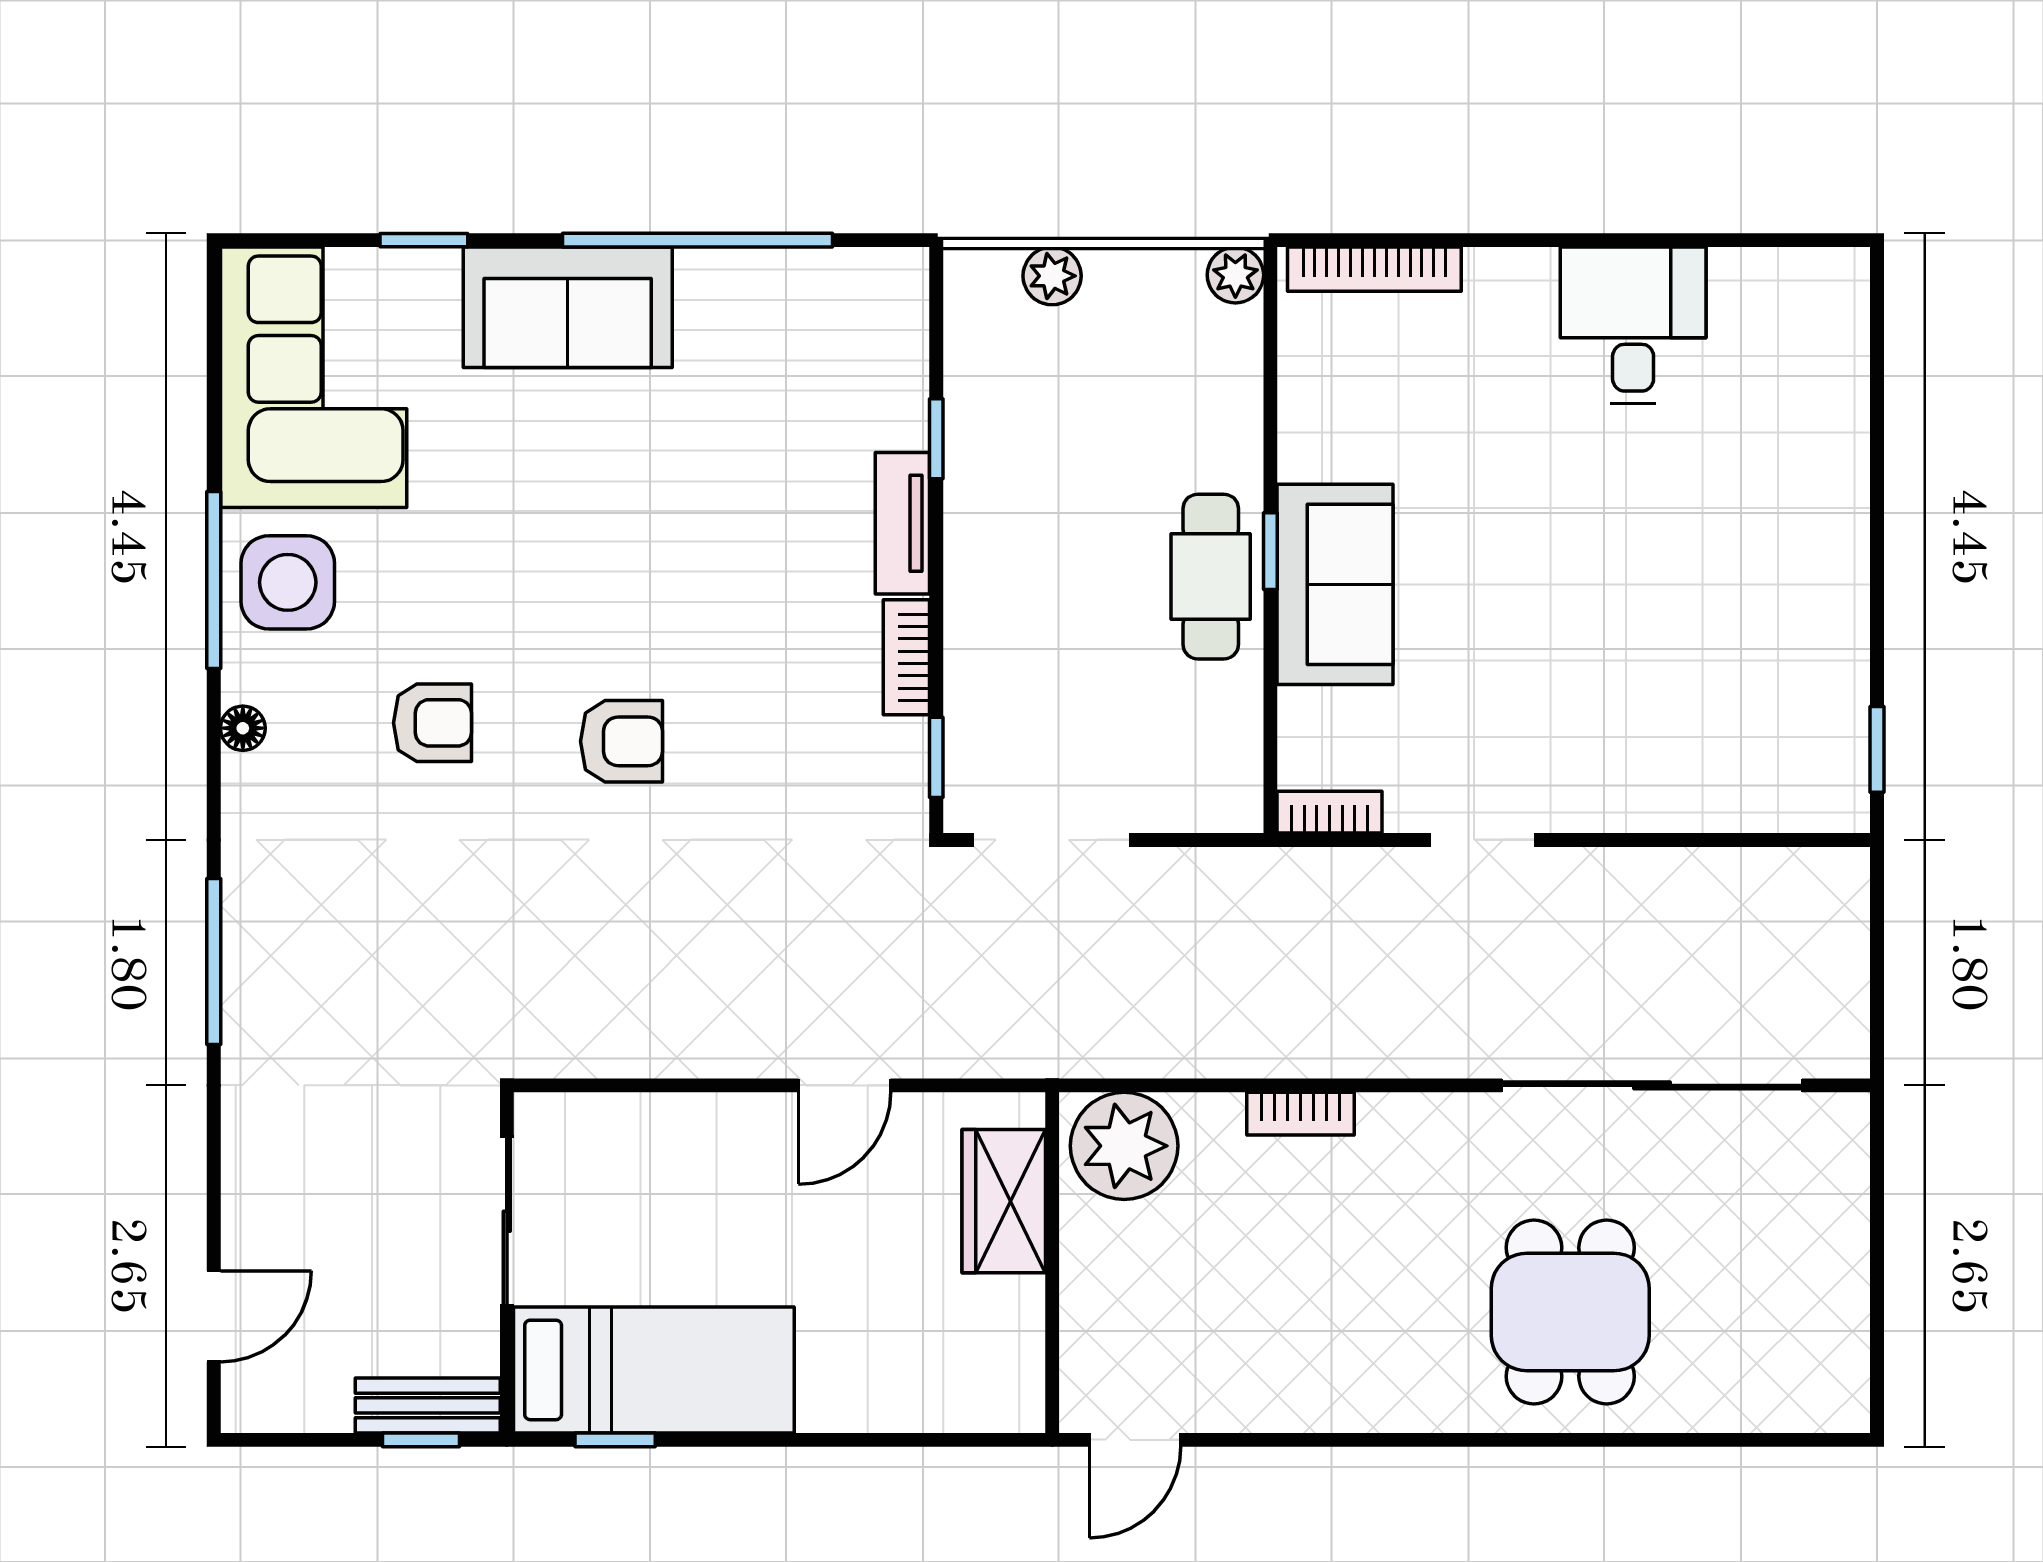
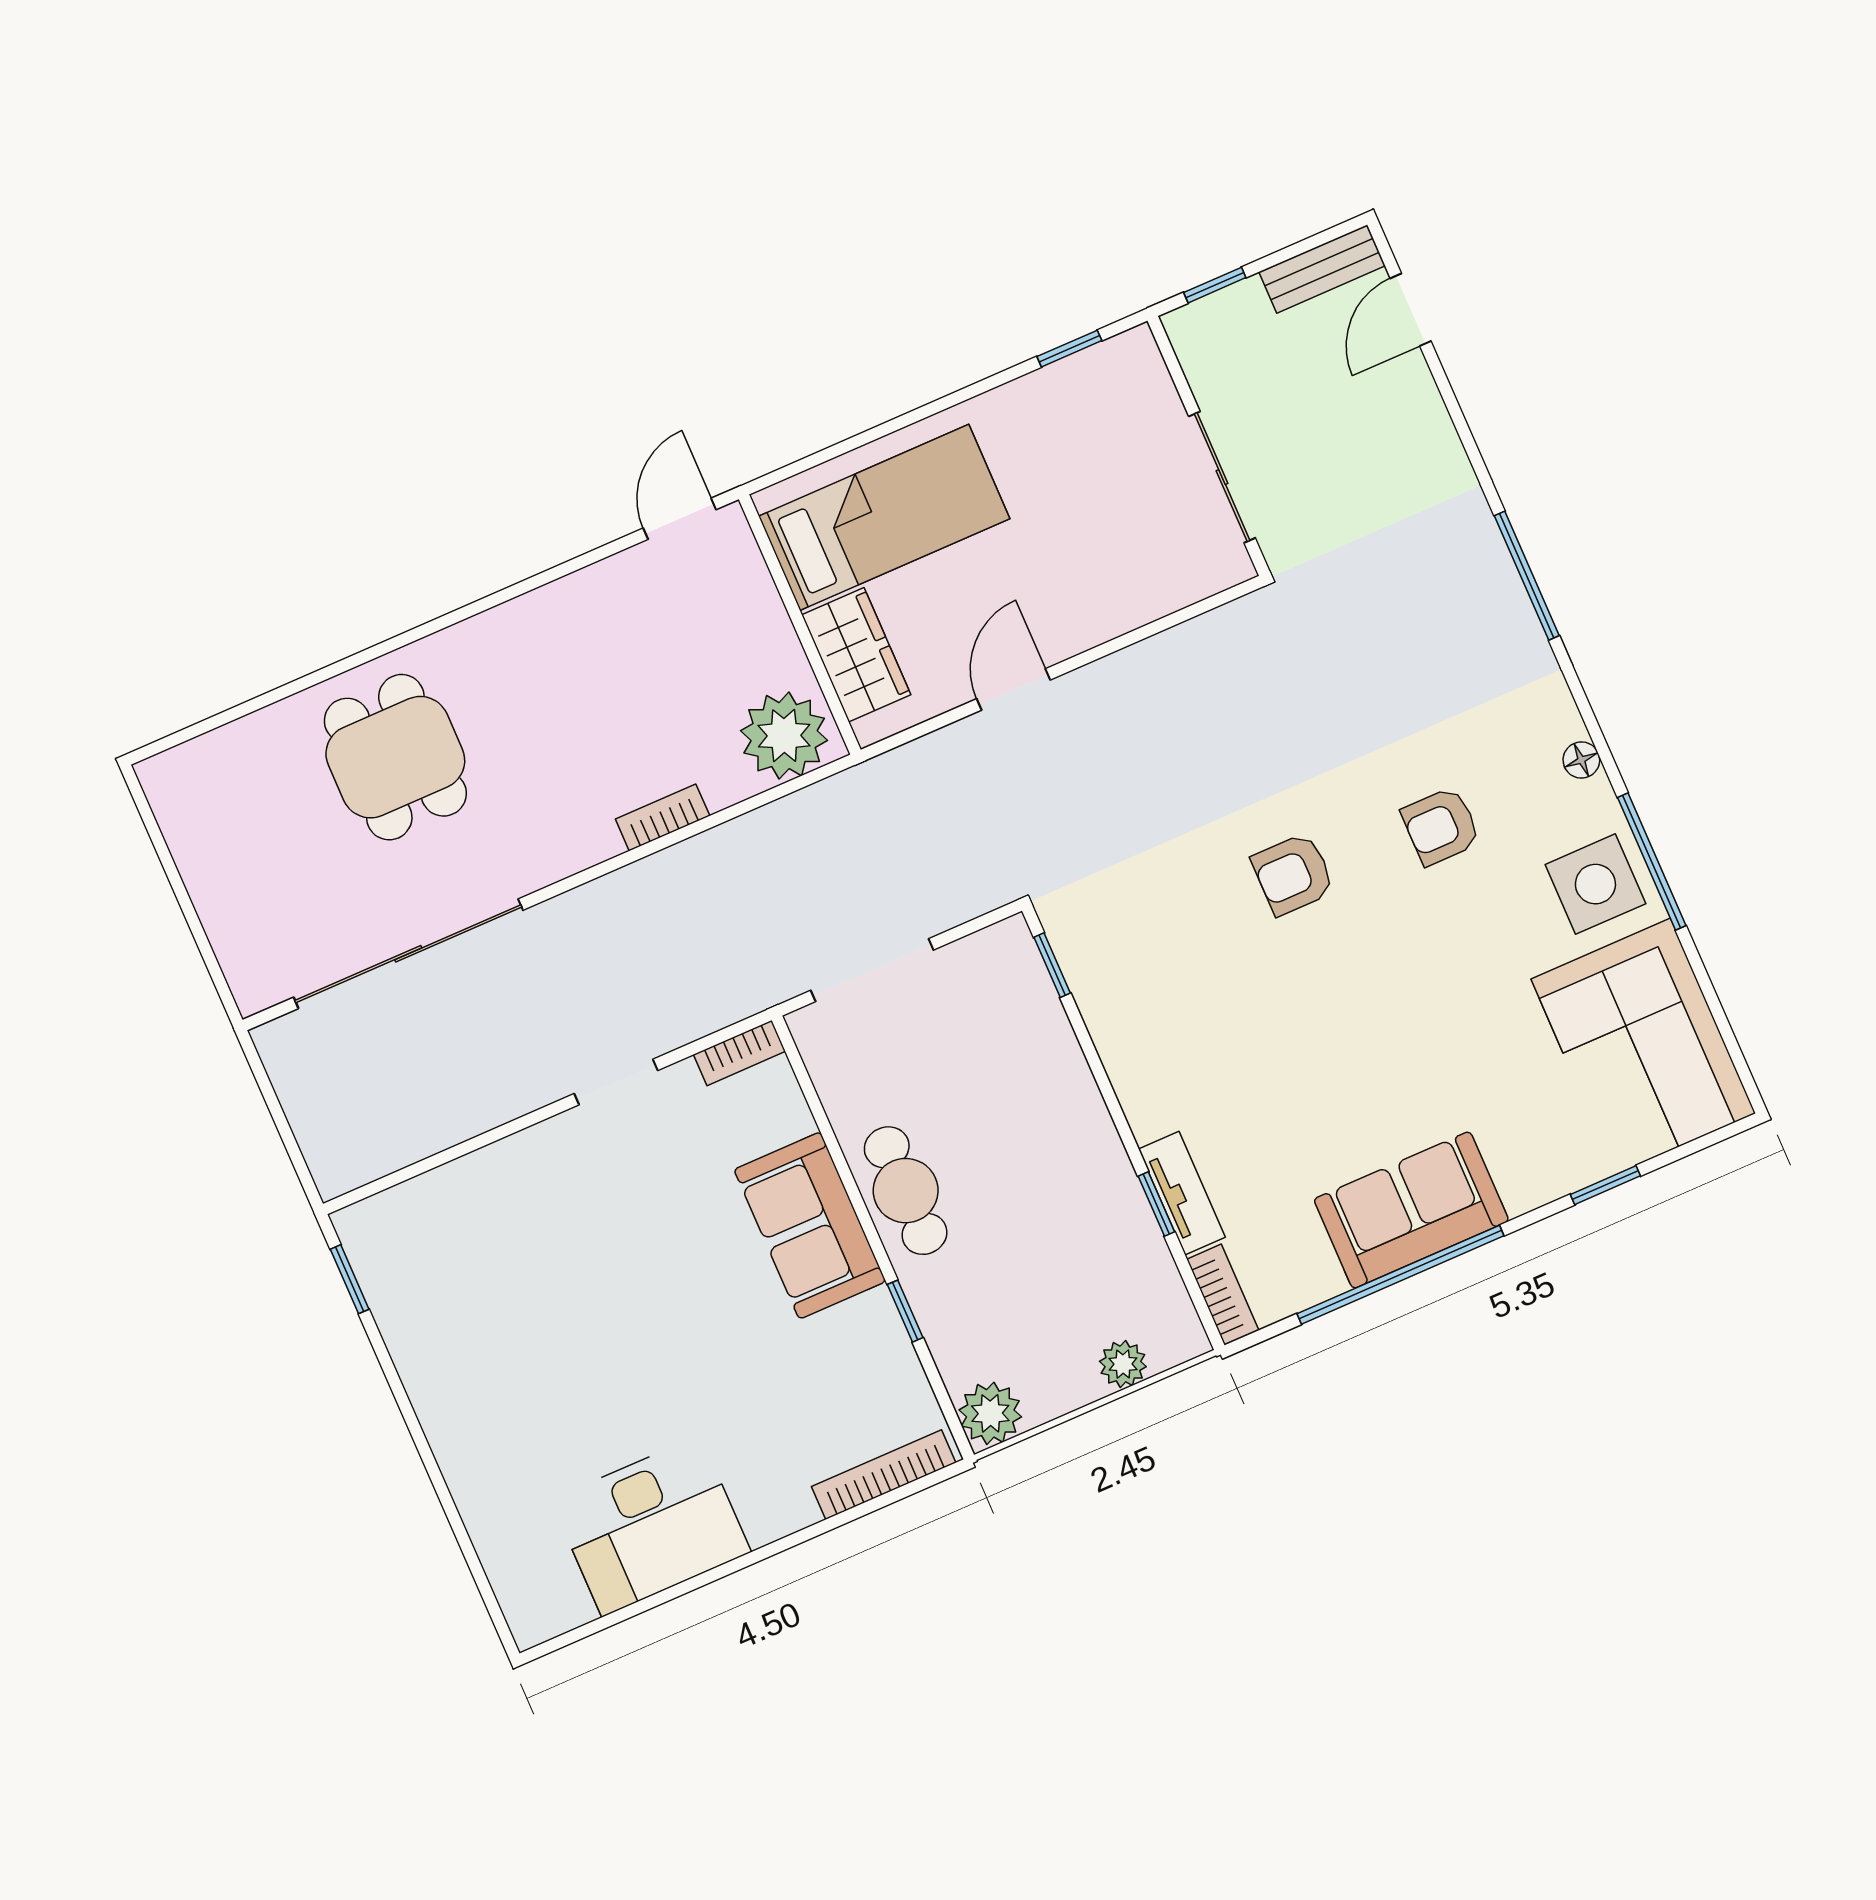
plant: (1235, 275) -> (990, 1413), width x1.38, depth x1.38
sofa: (568, 307) -> (1411, 1210), moved
desk: (1633, 325) -> (651, 1526), width x1.37
tv unit: (902, 523) -> (1182, 1193), moved
window: (1270, 551) -> (905, 1311), moved
bookcase: (906, 657) -> (1223, 1295), moved
doorway: (1052, 840) -> (872, 970), moved
bed: (654, 1370) -> (884, 517), moved, turned 180
bench: (428, 1405) -> (1322, 269), moved

